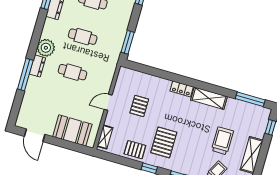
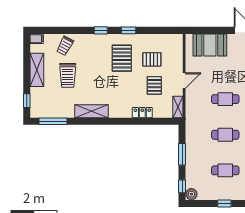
window: (128, 42) -> (182, 154), moved
locker: (182, 89) -> (142, 113), moved
shelving: (105, 137) -> (178, 107), moved
pallet: (135, 150) -> (152, 59), moved

